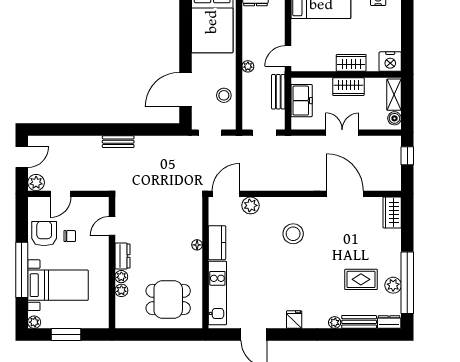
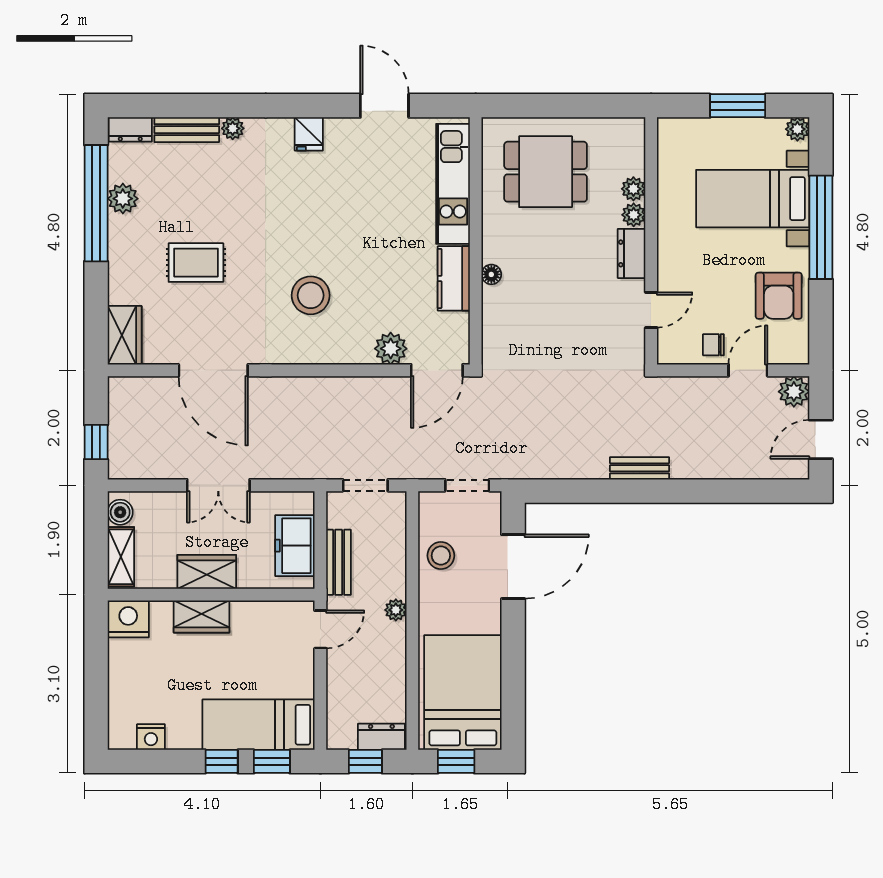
chair: (70, 236) -> (713, 345), moved
rug: (361, 279) -> (196, 263), moved

